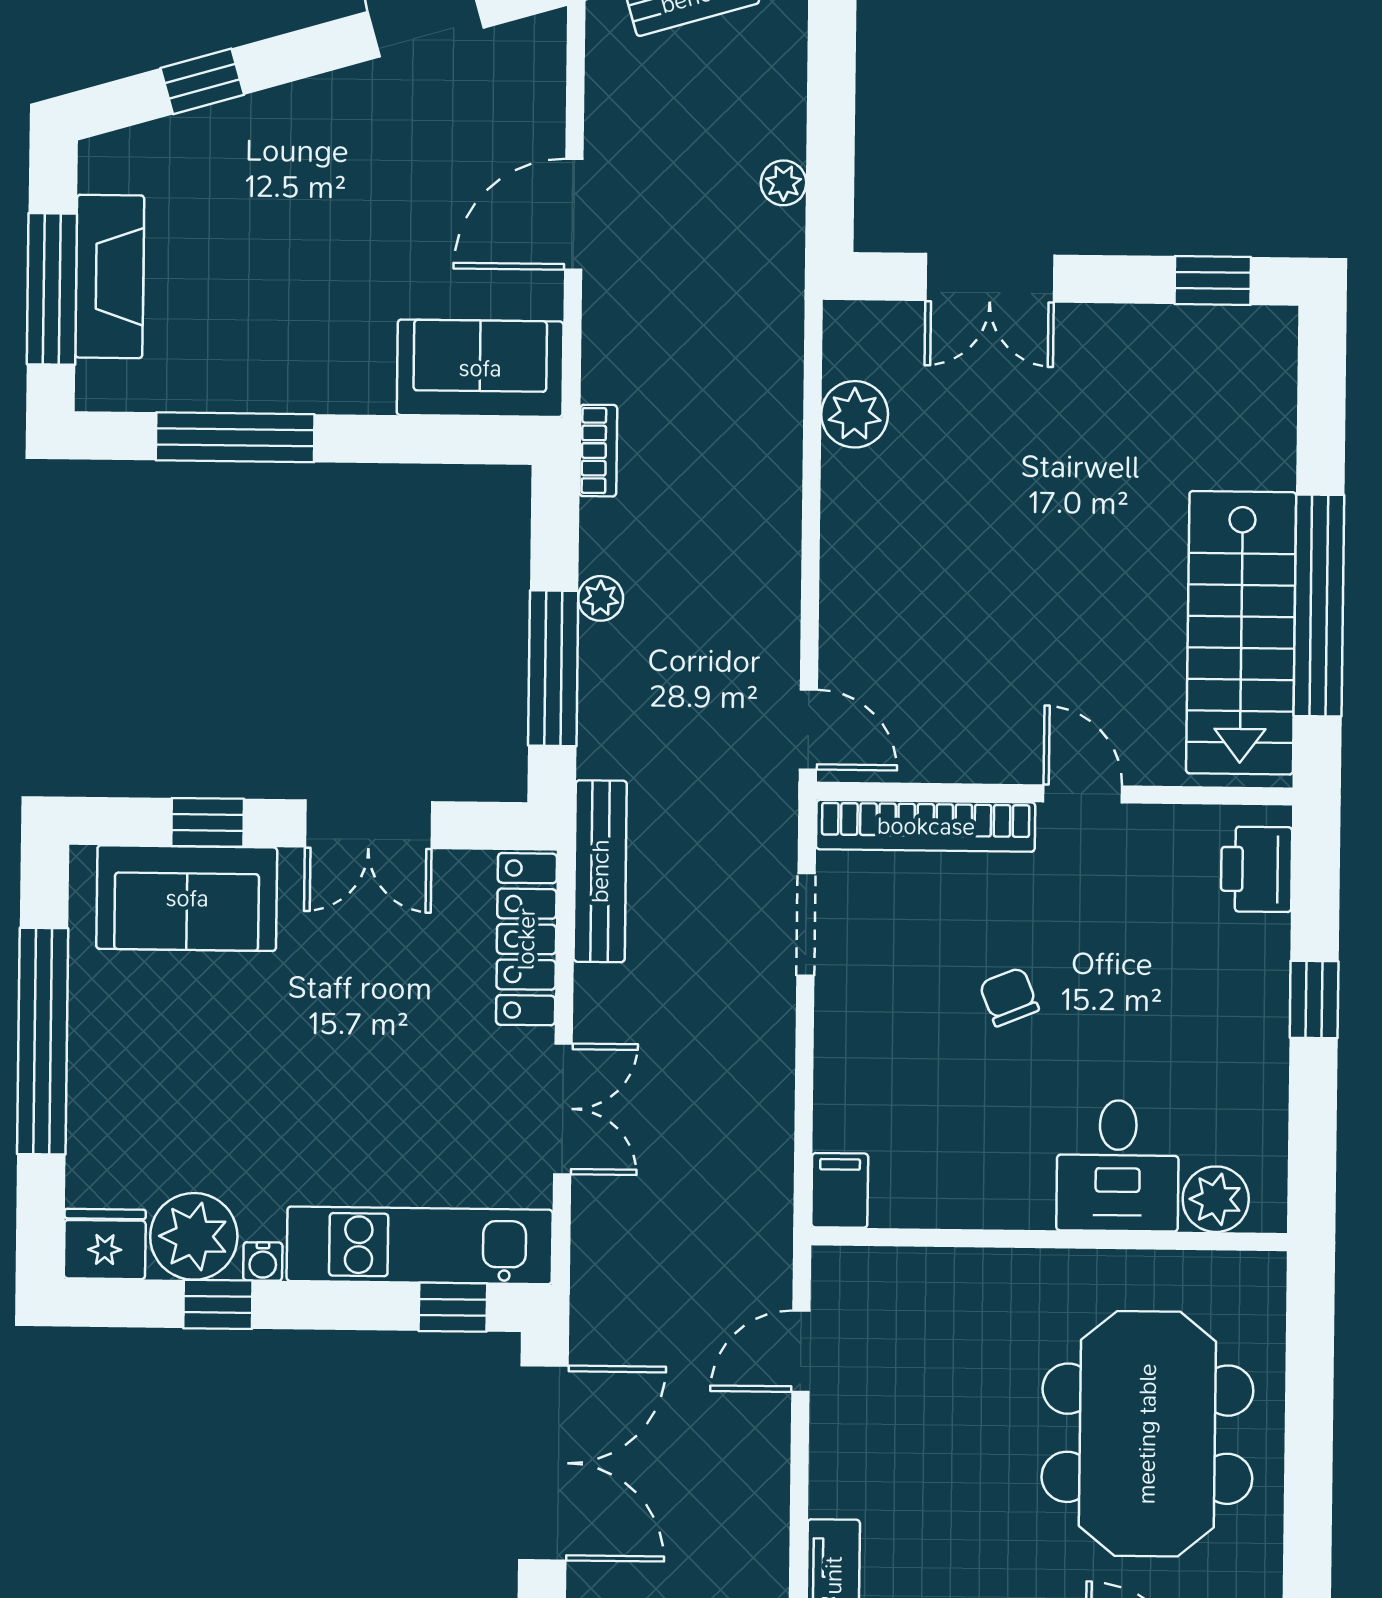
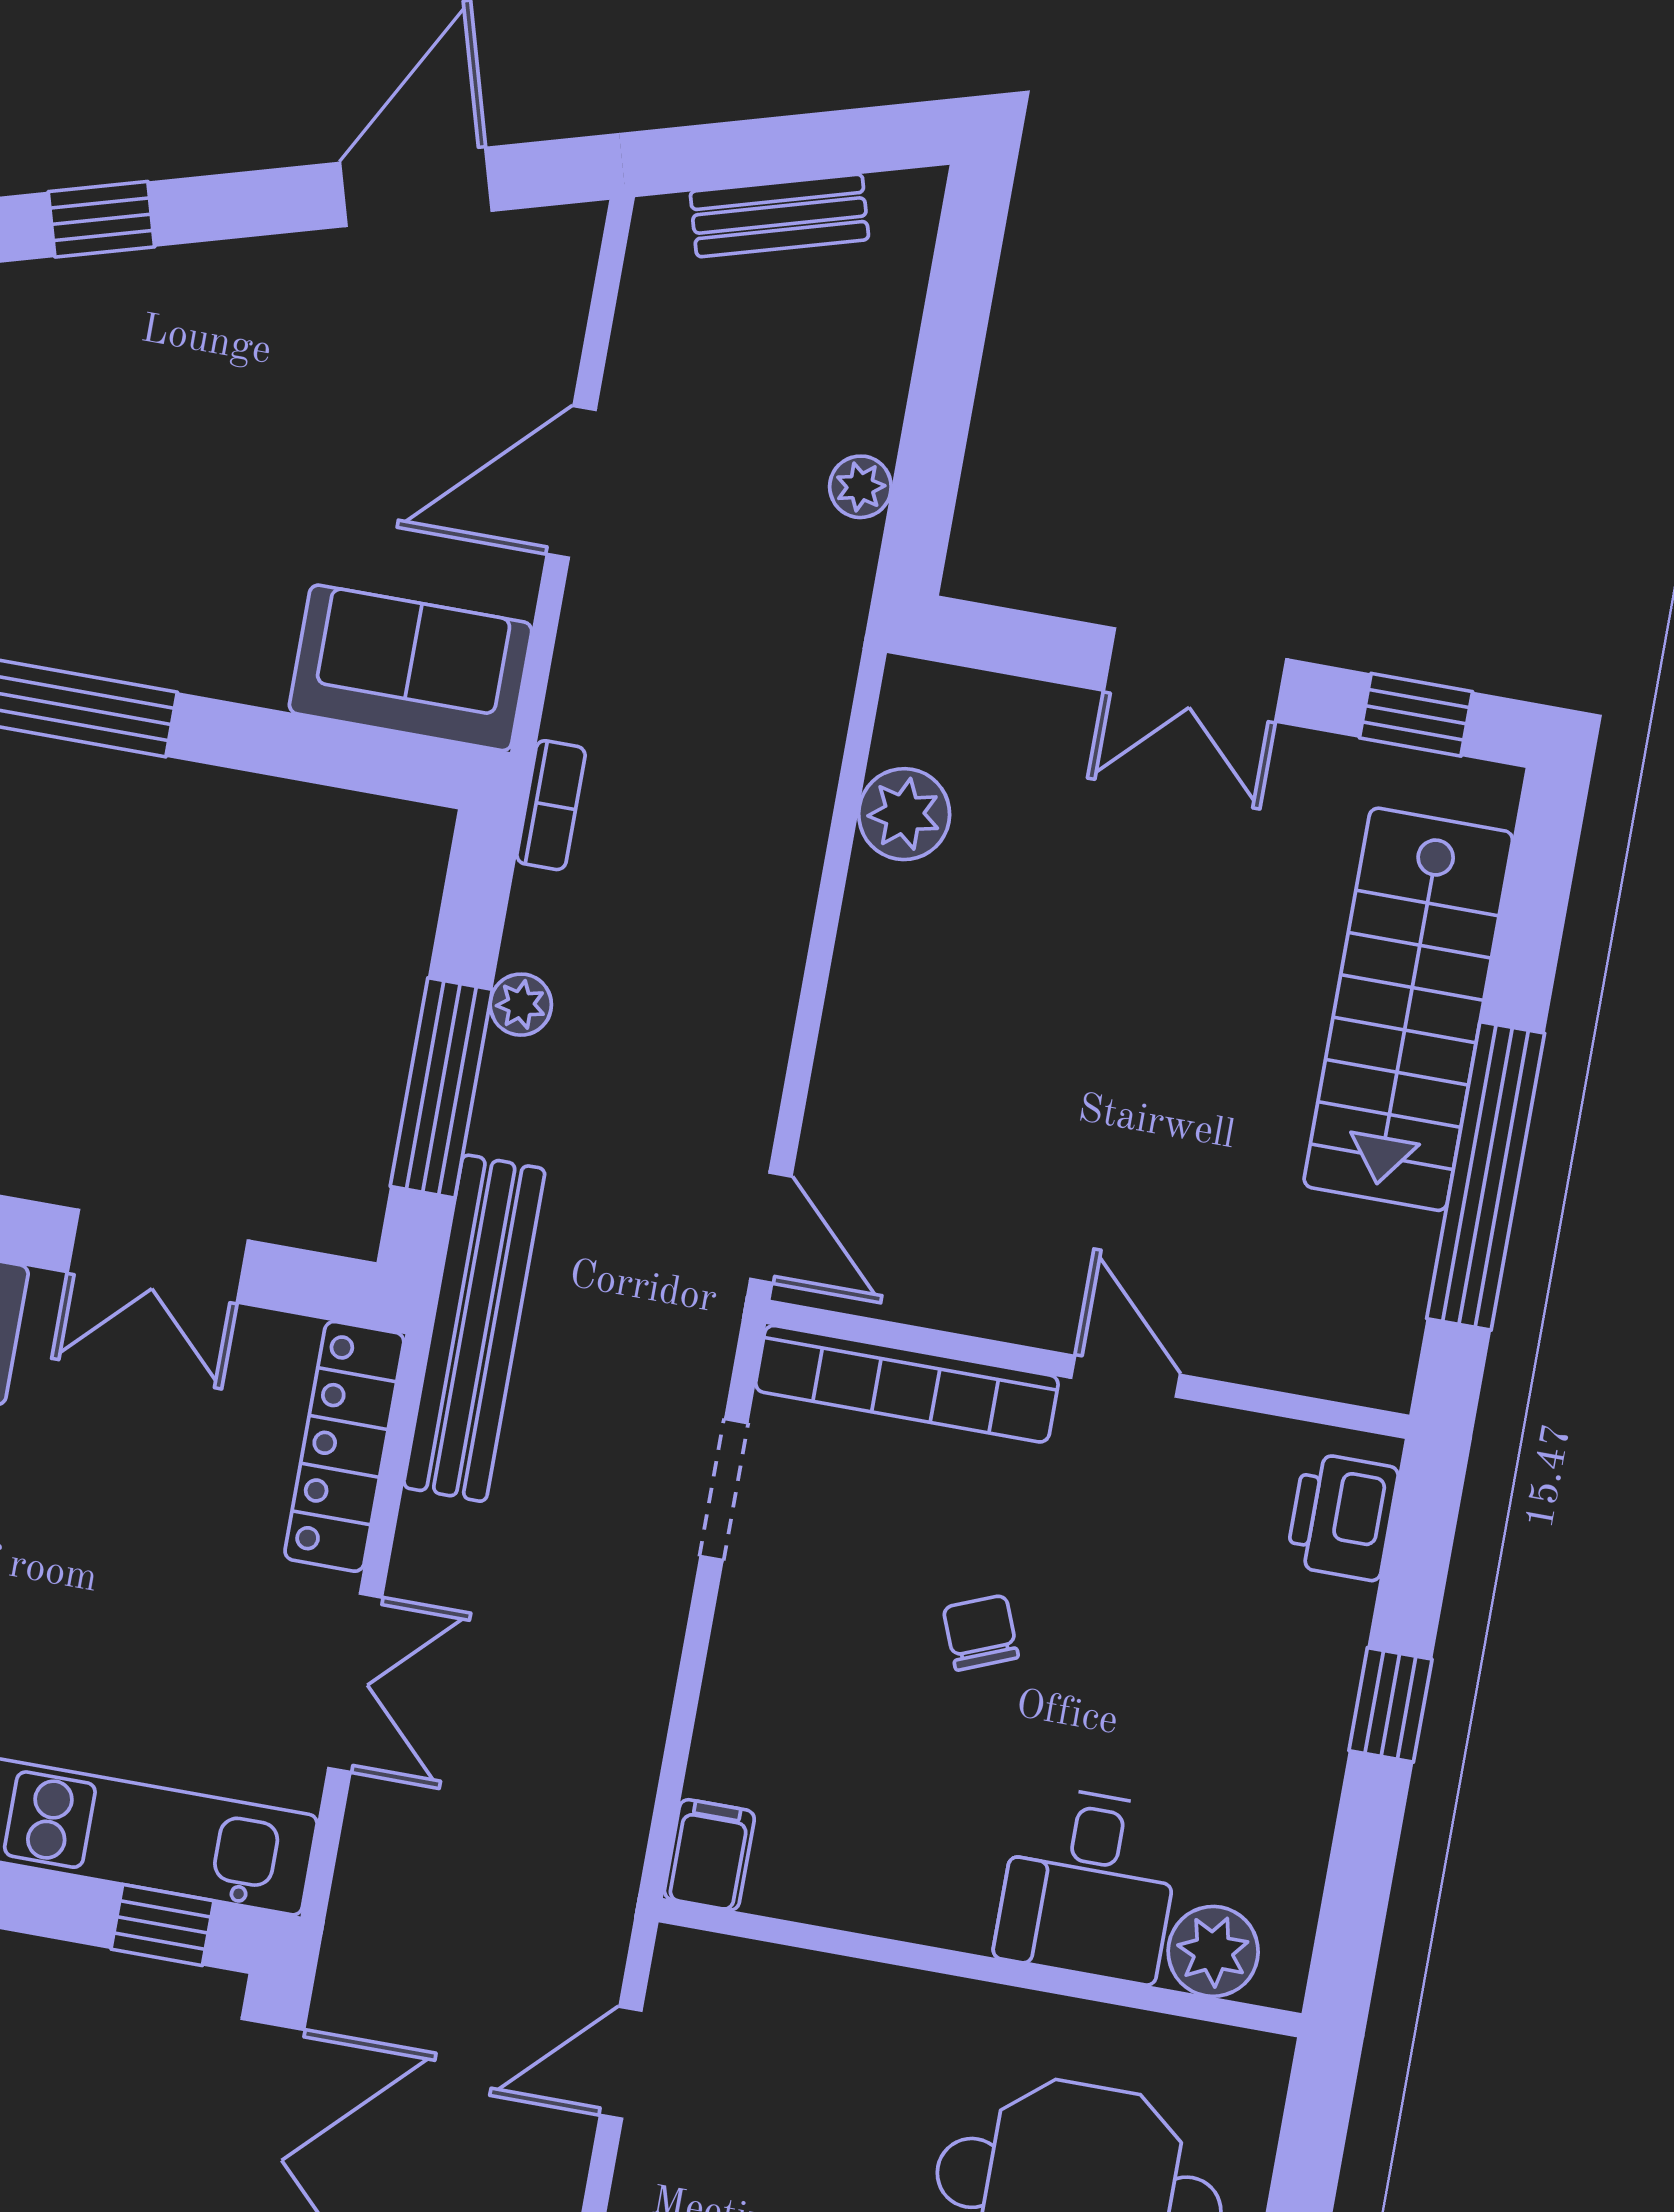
double door: (990, 278) -> (1195, 675), moved
stairs: (1241, 633) -> (1408, 1009), moved
bench: (600, 871) -> (474, 1328), width x1.37, depth x1.21

